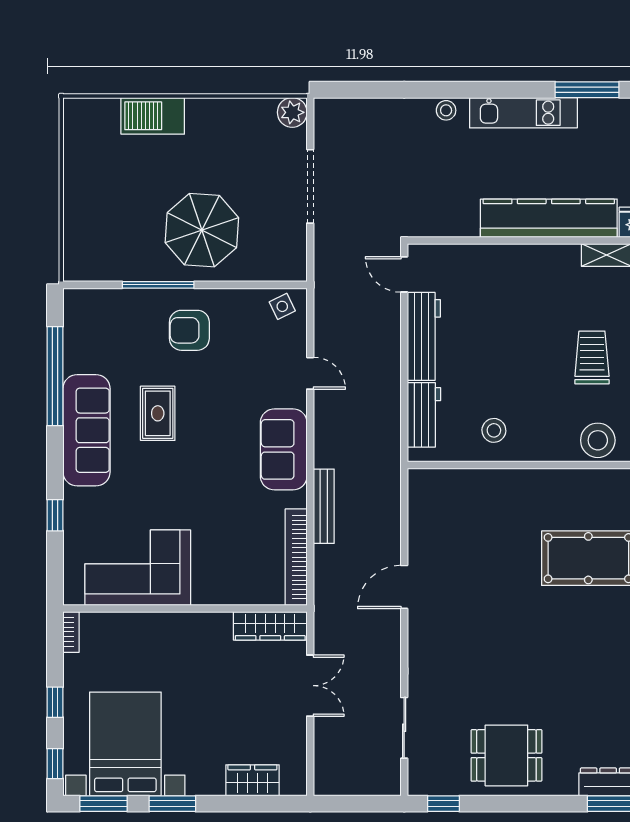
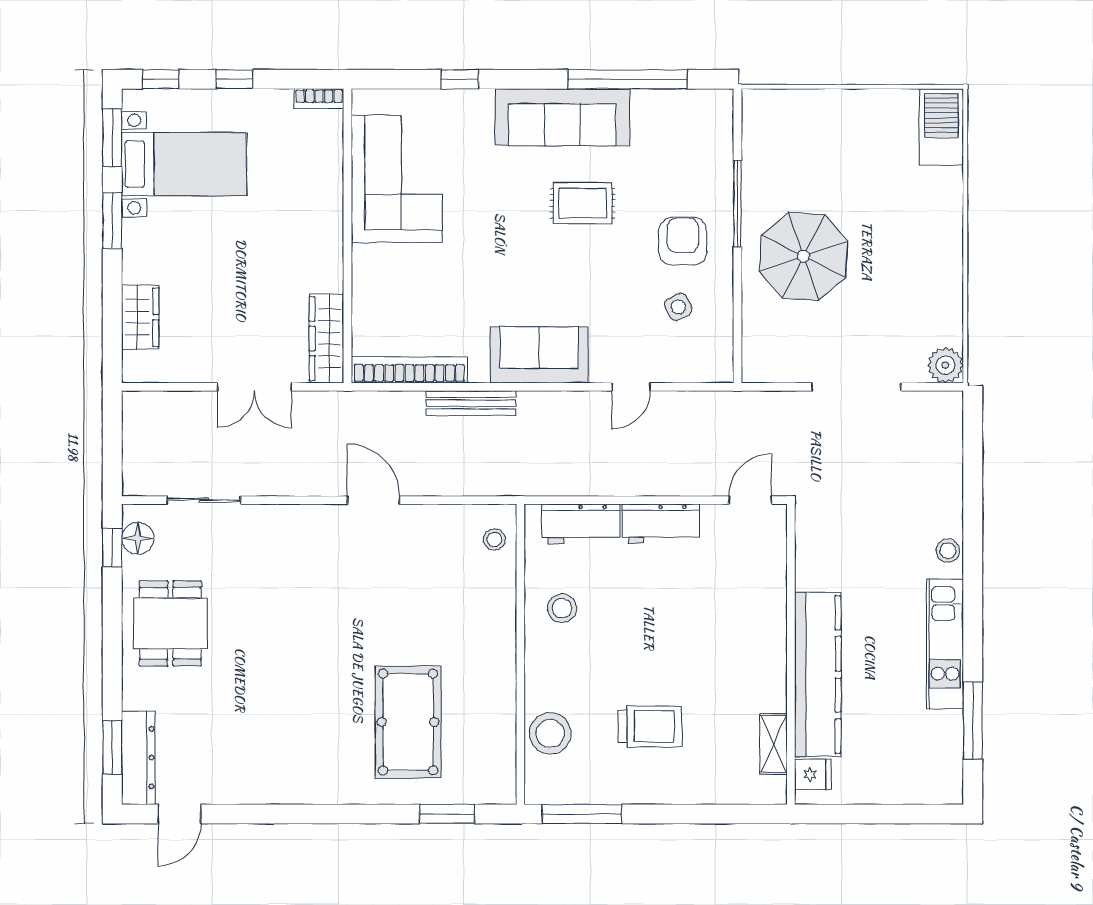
barbecue: (153, 116) -> (941, 127), moved
side table: (282, 306) -> (678, 307), moved
workbench: (424, 336) -> (661, 524), width x0.73
stool: (437, 487) -> (494, 540), added
bed with nightstands: (125, 744) -> (184, 164), width x0.73
floor lamp: (436, 782) -> (138, 538), added

